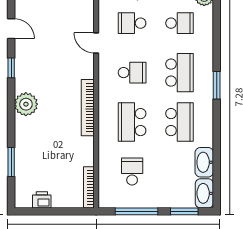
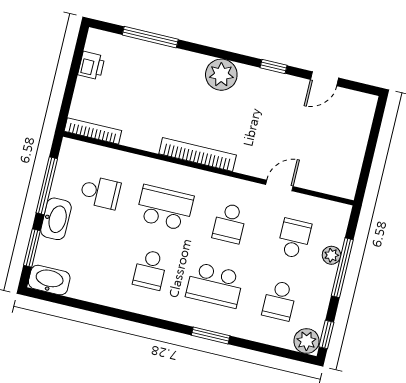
window: (217, 85) -> (211, 335), moved
school desk: (179, 122) -> (150, 270), width x0.54
window: (11, 162) -> (150, 37), width x1.44
washbasin: (204, 162) -> (56, 219), moved, turned 90

